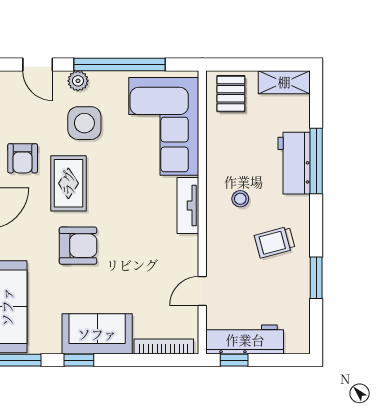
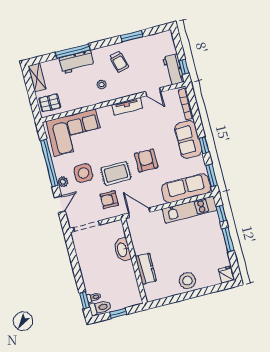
armchair: (23, 158) -> (109, 200), turned 180
tv unit: (188, 206) -> (127, 106), moved
workbench: (245, 340) -> (173, 70), width x0.73

